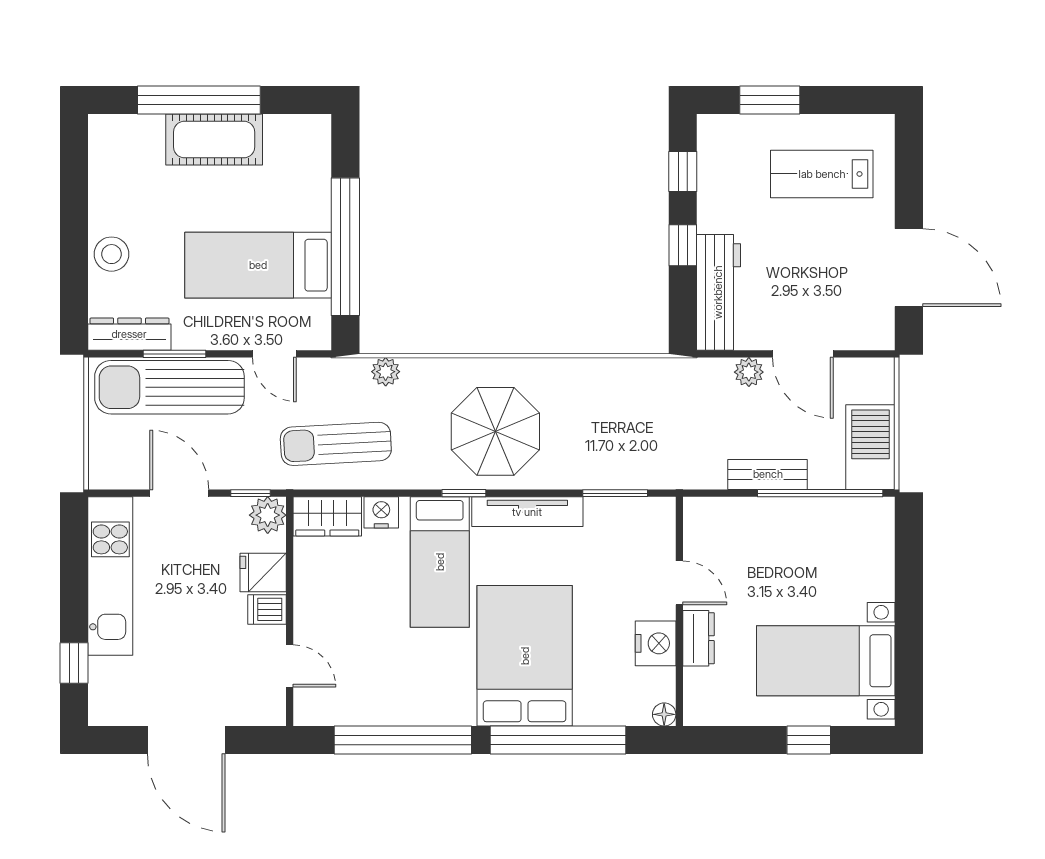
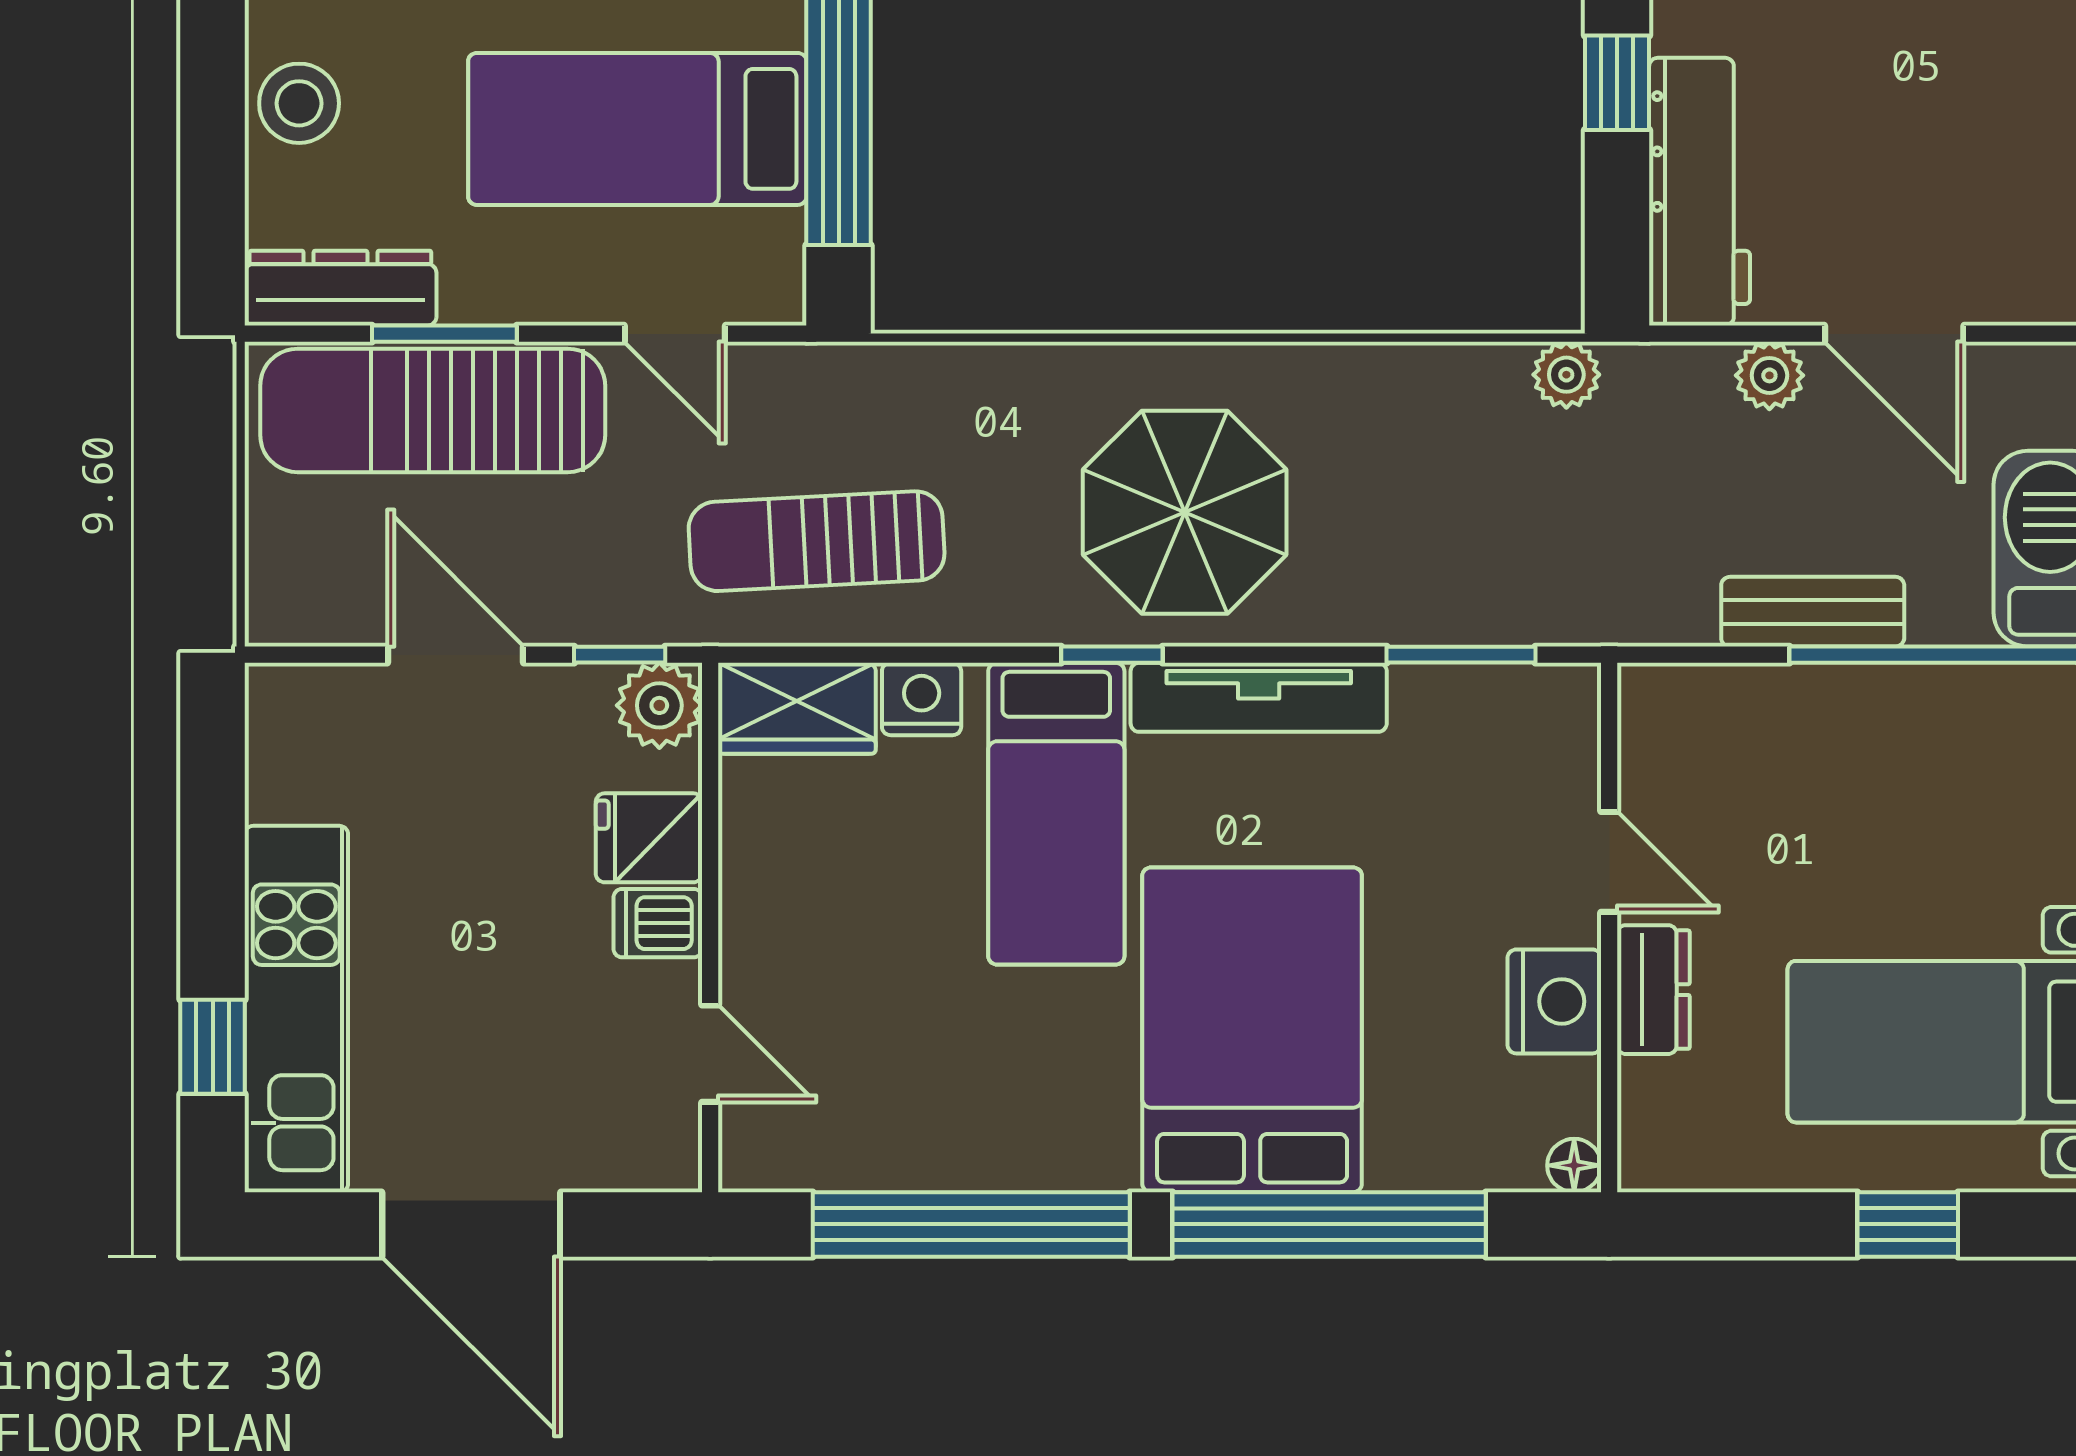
plant: (386, 372) -> (1566, 375), moved
kitchen unit: (110, 576) -> (296, 1009), moved

